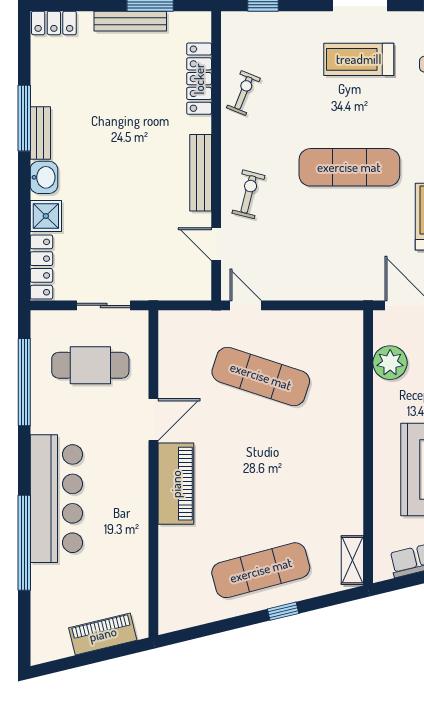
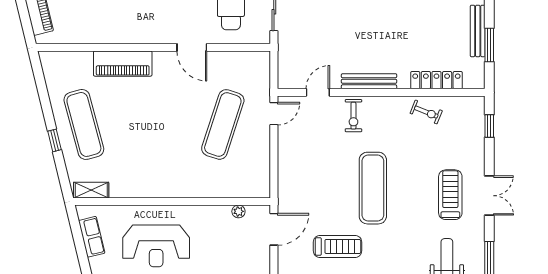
exercise bike: (248, 194) -> (353, 116), turned 76
plant: (390, 363) -> (238, 211), width x0.53, depth x0.53
piano: (176, 484) -> (123, 64), moved

